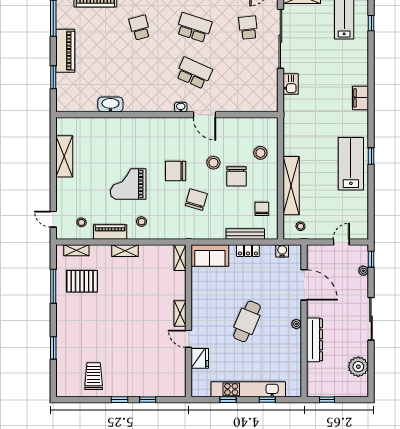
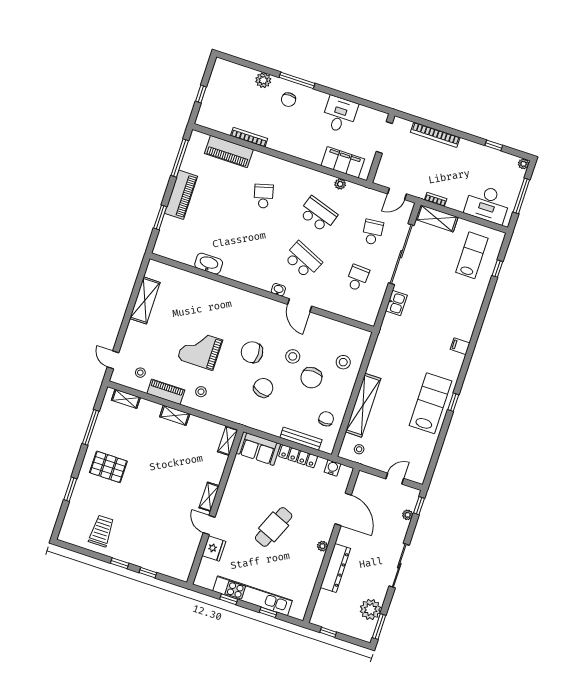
school desk: (248, 73) -> (357, 278), added
filing cabinet: (360, 98) -> (460, 346), width x0.50
locker: (248, 251) -> (298, 456), width x1.53
pallet: (82, 281) -> (108, 467), moved
window: (371, 379) -> (379, 627), added

